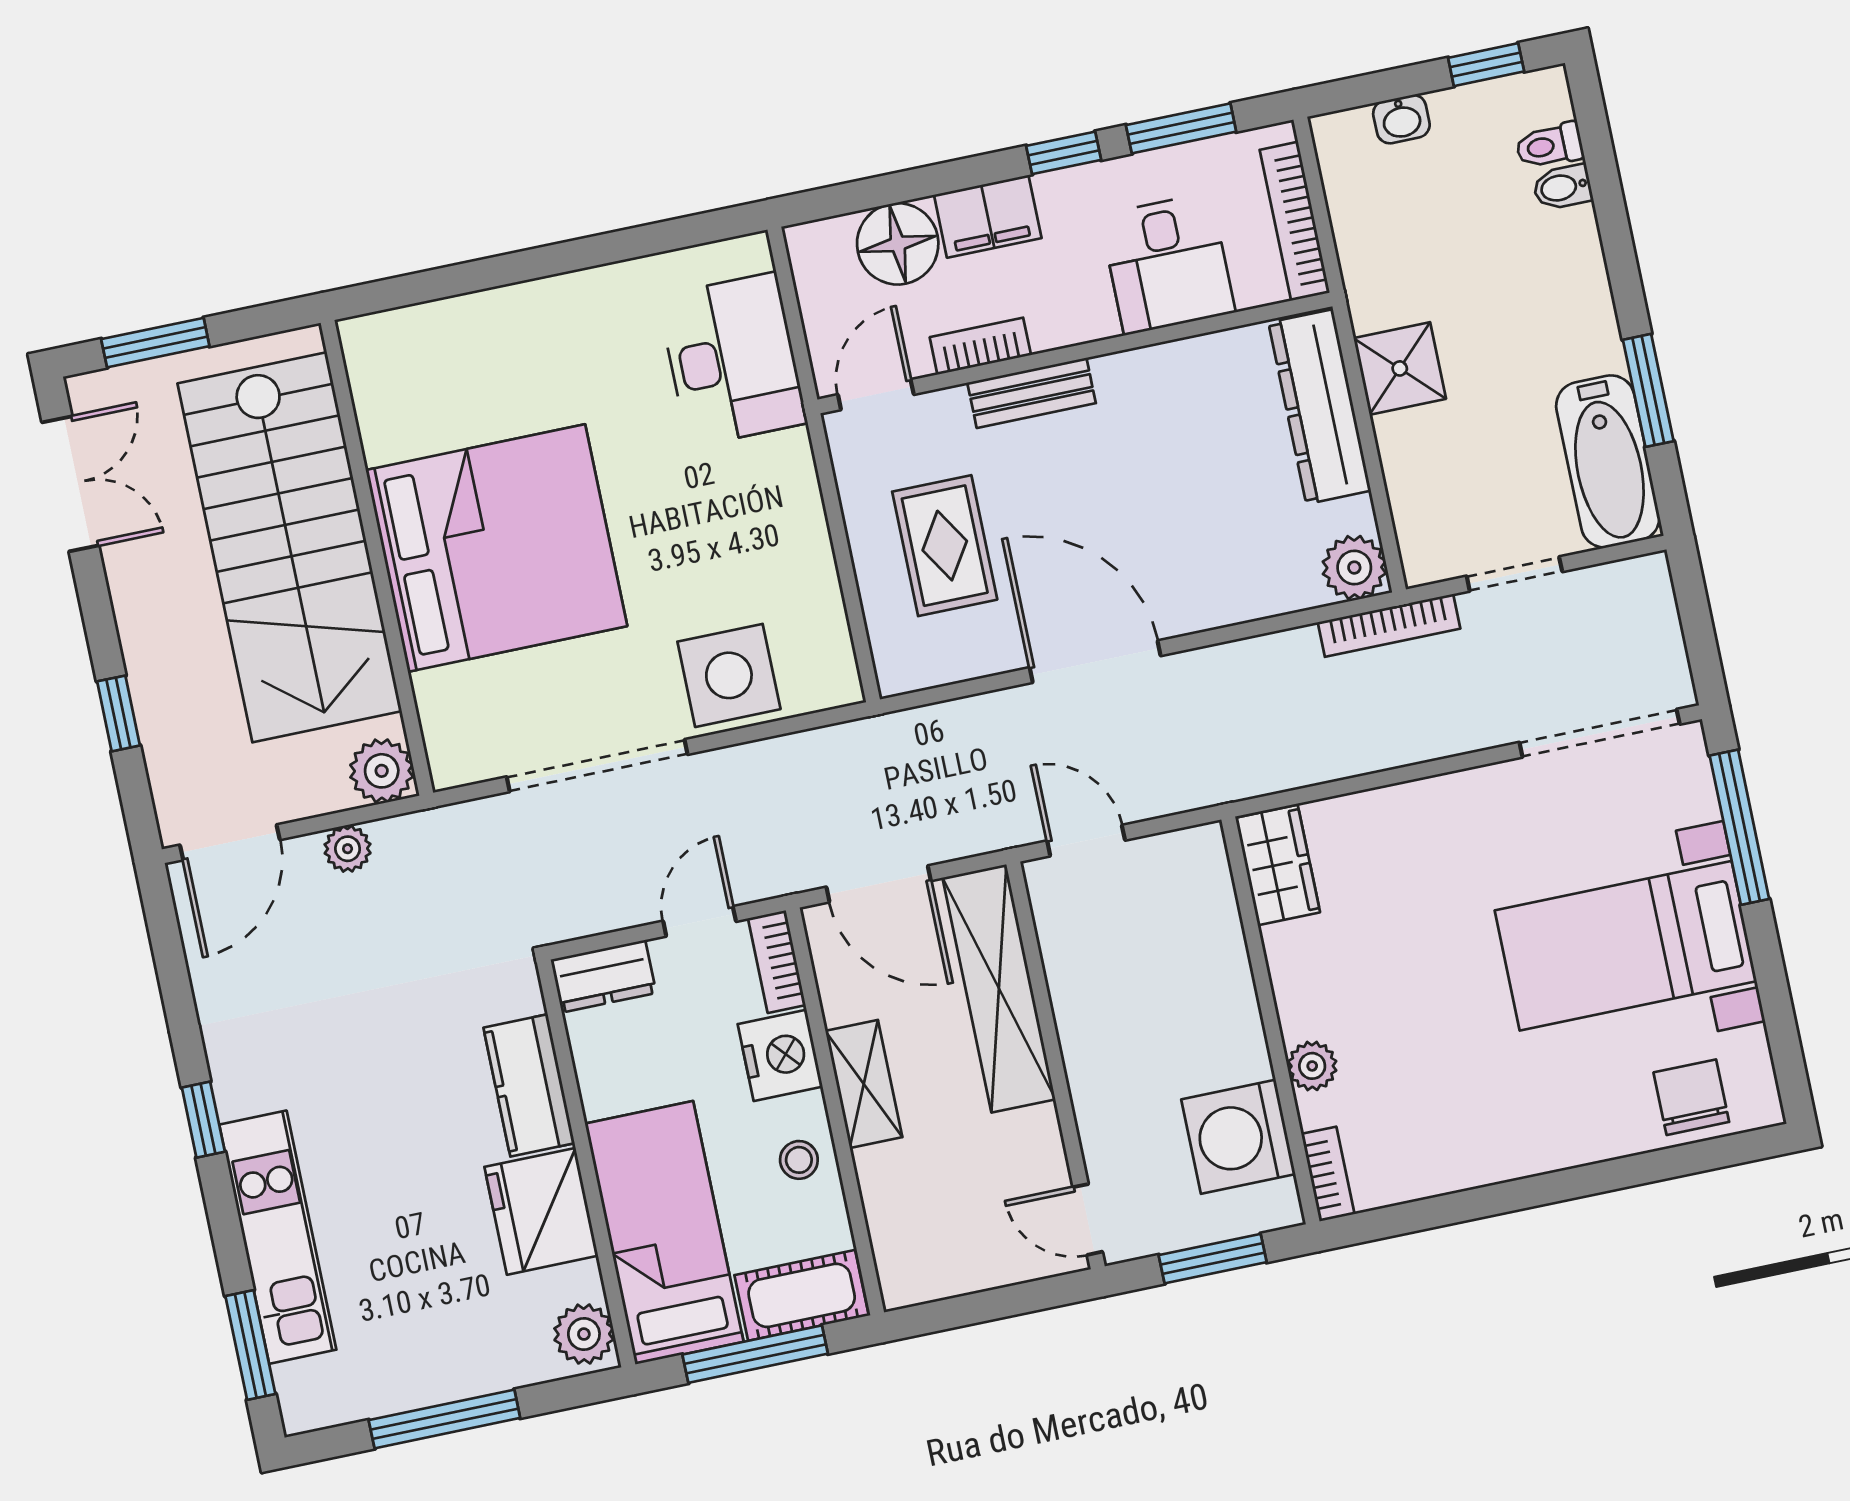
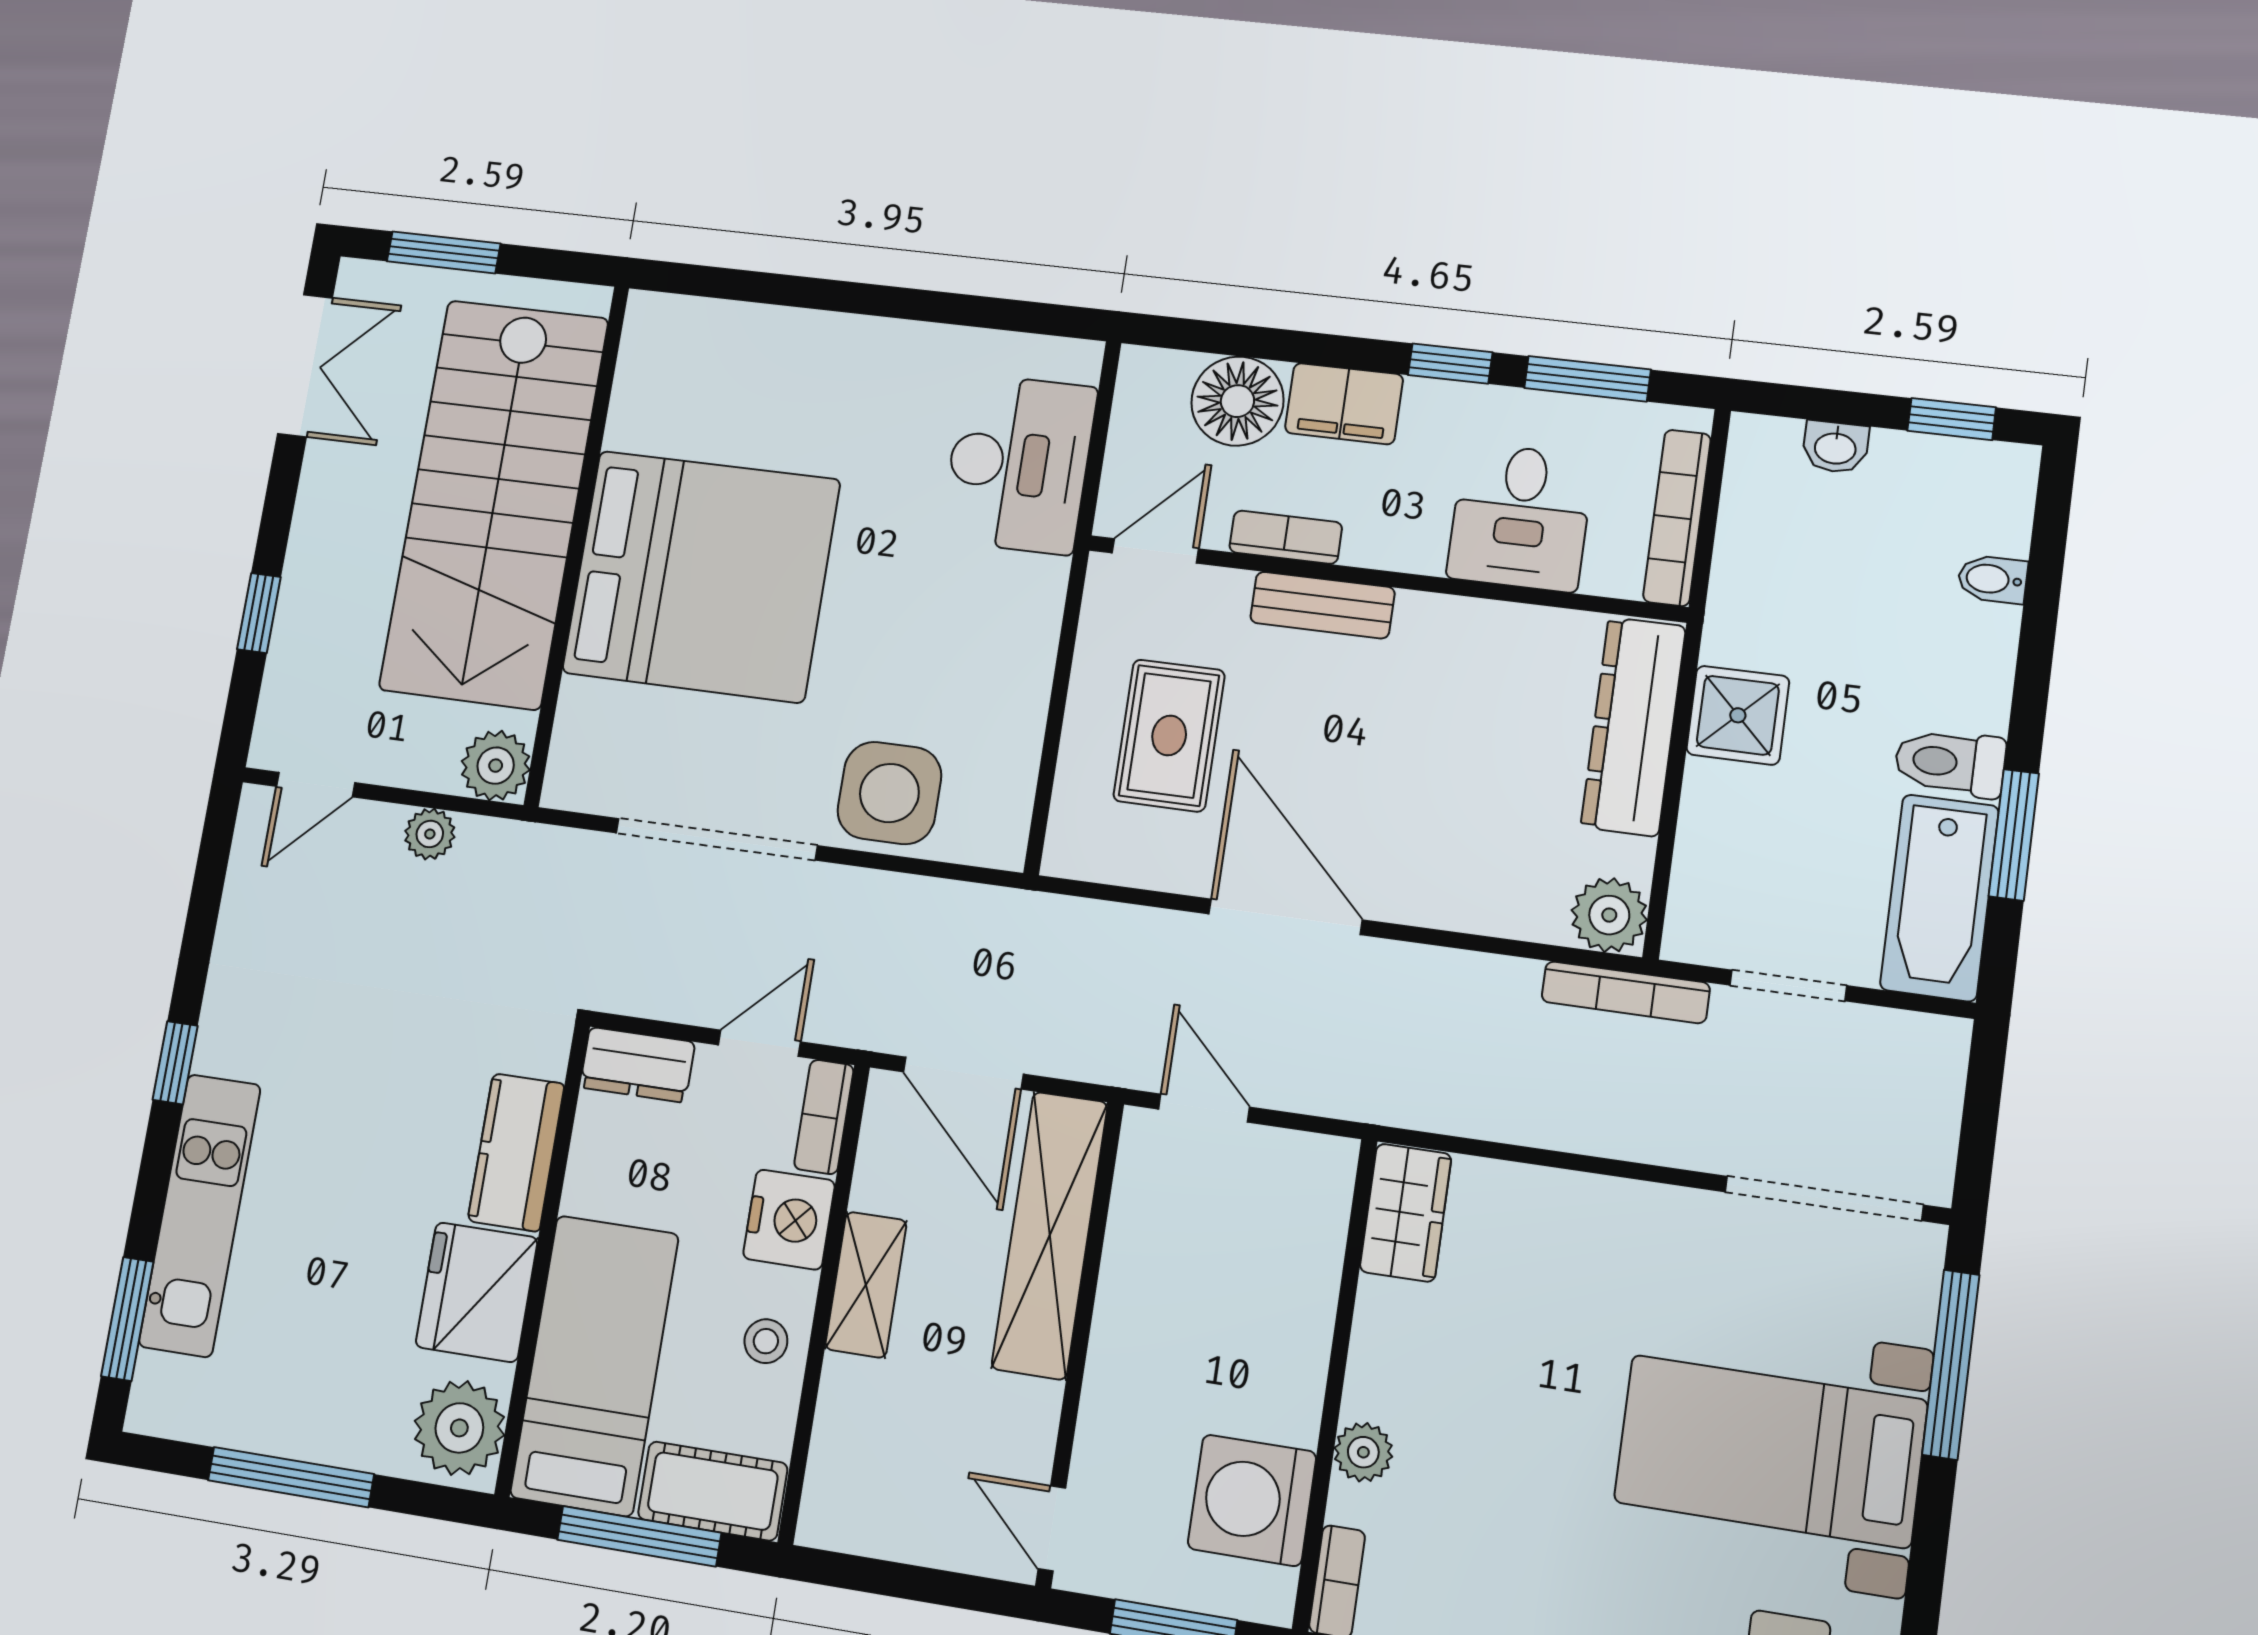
toilet: (1550, 146) -> (1950, 763), moved, width x1.37, depth x1.39
door: (230, 842) -> (316, 785), width x0.73
plant: (584, 1334) -> (459, 1428), width x1.36, depth x1.36

